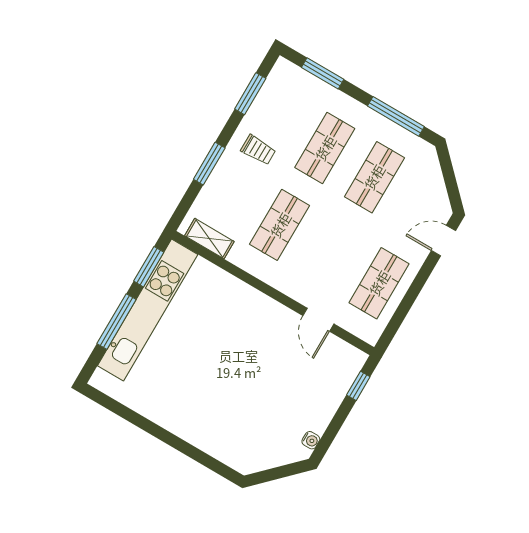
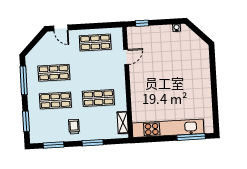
window: (149, 267) -> (150, 139), removed
window: (117, 321) -> (191, 137), moved

